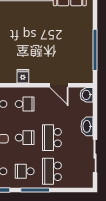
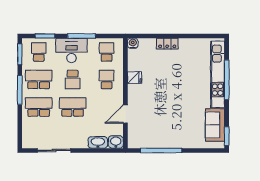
school desk: (25, 104) -> (107, 79), turned 180
washbasin: (87, 126) -> (98, 142), moved
school desk: (25, 171) -> (39, 79), width x1.85

